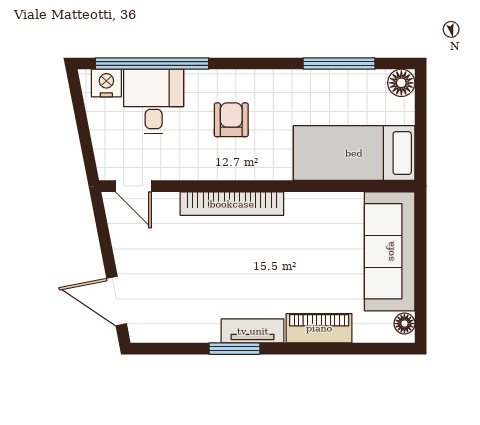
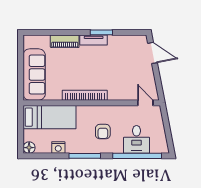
window: (339, 64) -> (85, 156), moved
nightstand: (106, 83) -> (58, 147), moved
bookcase: (232, 204) -> (85, 95), moved
floor lamp: (404, 324) -> (28, 43), removed

